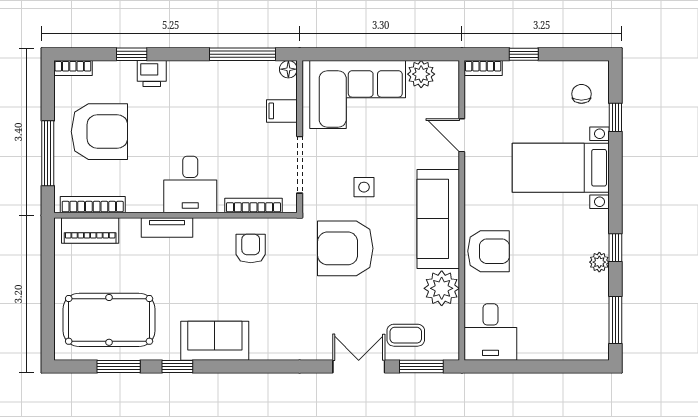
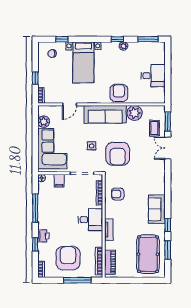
window: (242, 54) -> (35, 208), moved
desk: (490, 332) -> (153, 76), moved

